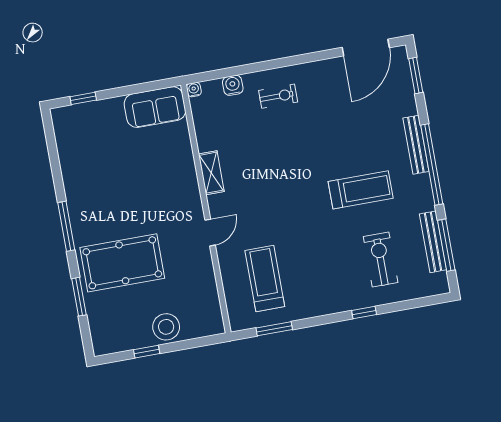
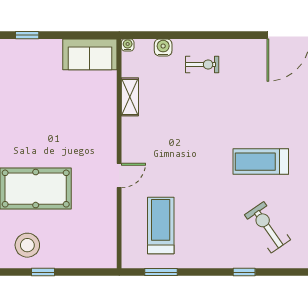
shelving: (211, 173) -> (130, 97), moved
treadmill: (361, 190) -> (261, 162), turned 180
exercise bike: (381, 260) -> (267, 227), turned -35
stool: (166, 327) -> (27, 245), moved

